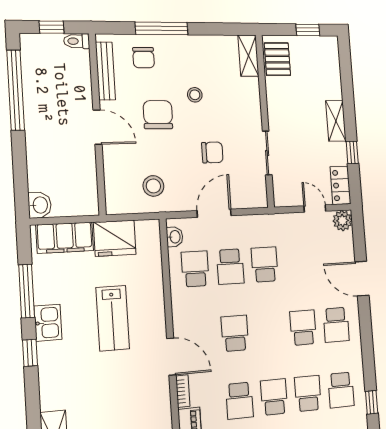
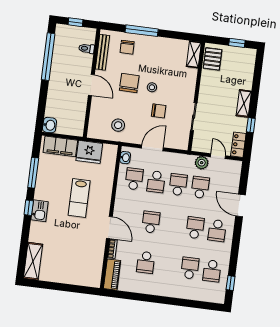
toilet: (77, 41) -> (87, 49), moved
stool: (195, 95) -> (152, 87), moved
plant: (342, 221) -> (202, 163), moved
kitchen sink: (48, 323) -> (40, 211), moved
school desk: (274, 397) -> (200, 187), moved

